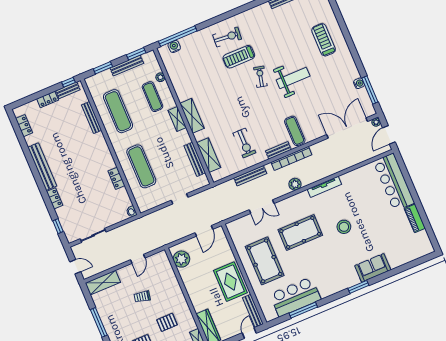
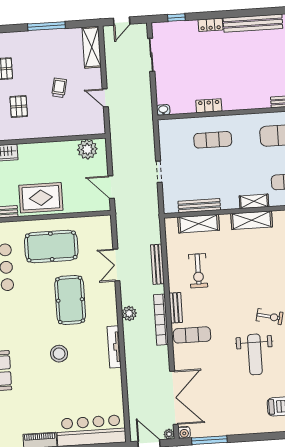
water cooler: (359, 83) -> (184, 432), moved
exercise bike: (244, 143) -> (198, 271), turned -90
exercise mat: (141, 166) -> (213, 140), width x0.73, depth x0.69

